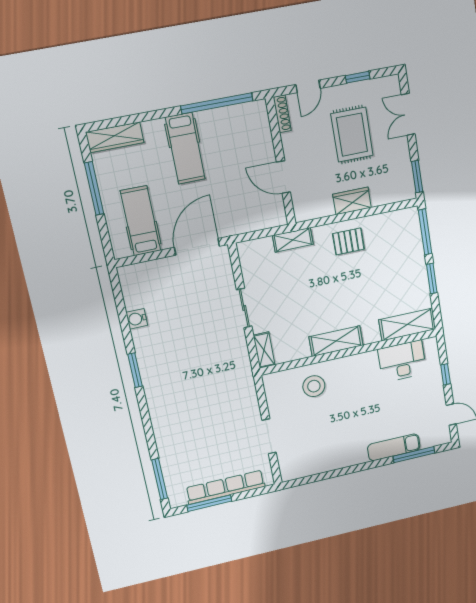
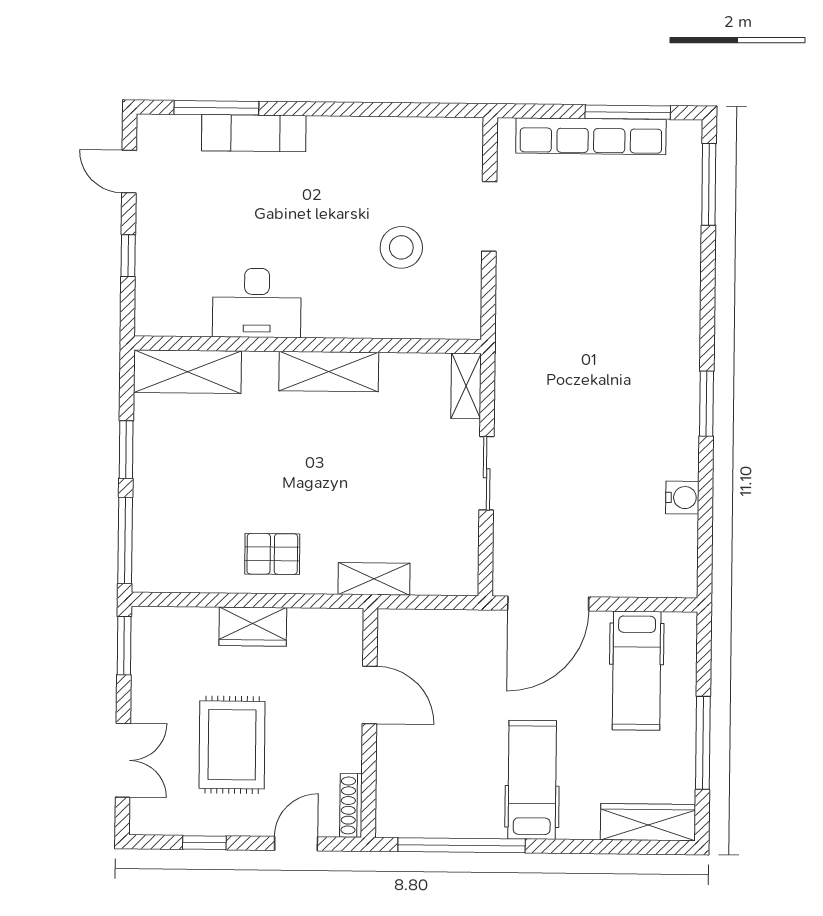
desk: (402, 361) -> (257, 303), moved
stool: (314, 386) -> (401, 247), moved

